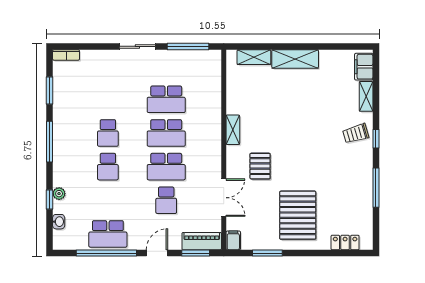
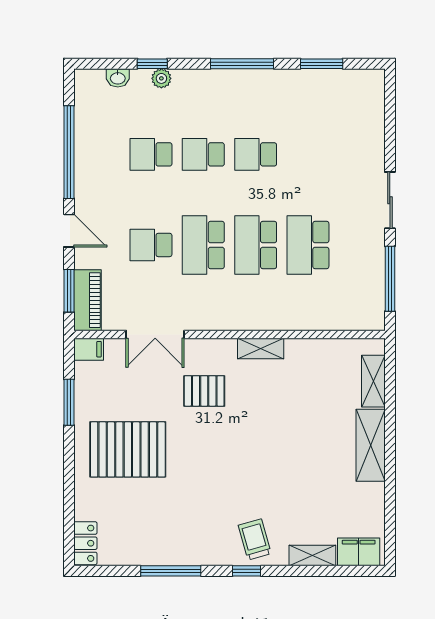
bookcase: (66, 55) -> (377, 89), removed
school desk: (108, 234) -> (151, 154), moved, width x0.54
locker: (345, 242) -> (85, 543), moved

